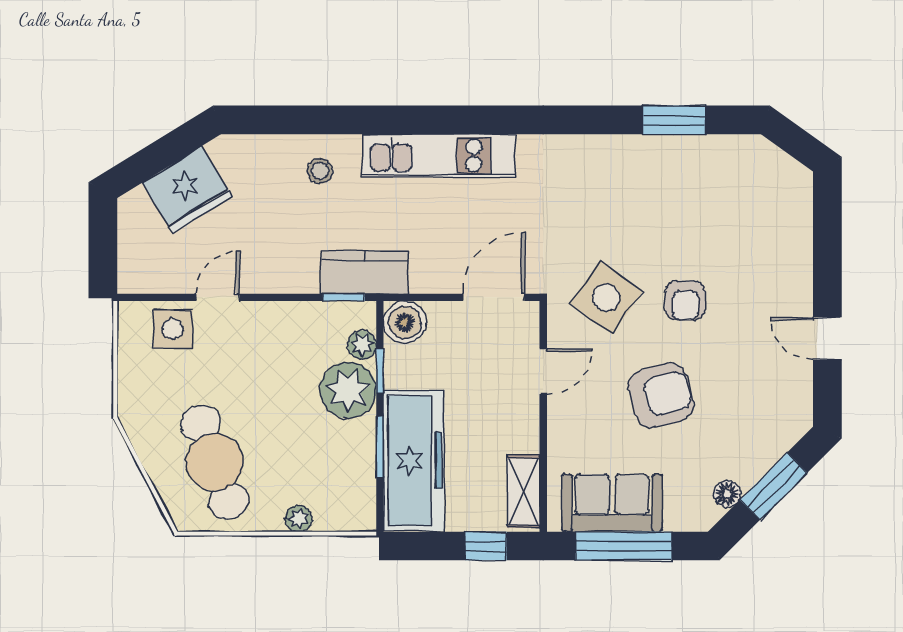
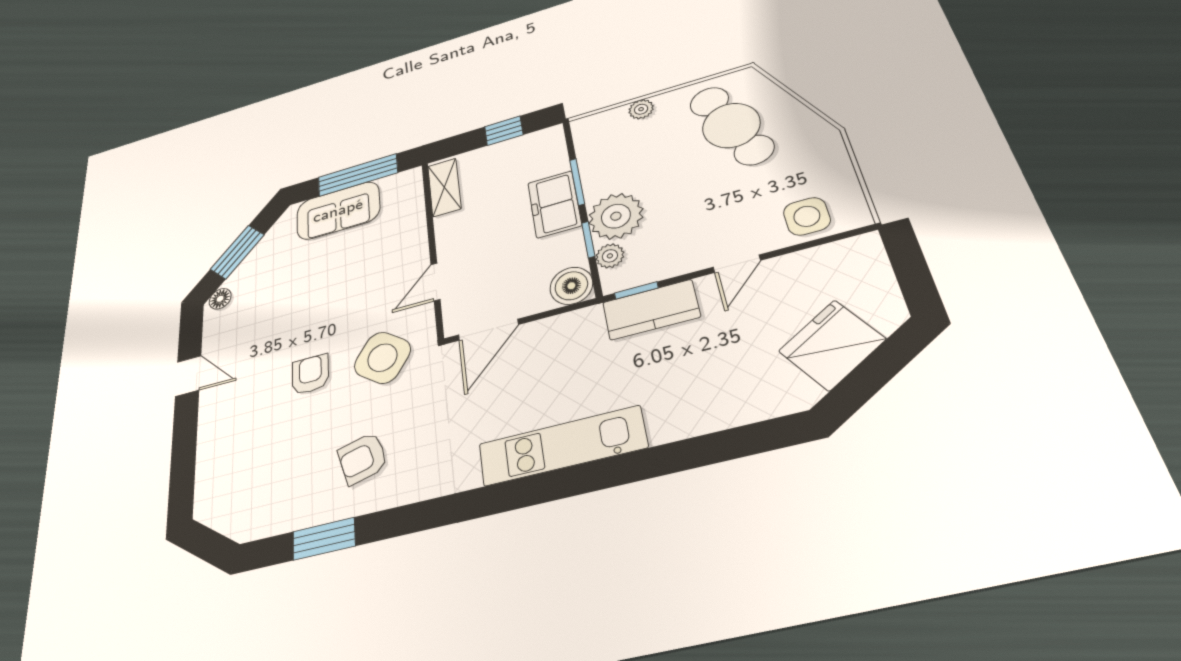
stool: (320, 171) -> (687, 400), removed
kitchen counter: (365, 272) -> (651, 310), moved
door: (218, 297) -> (737, 264), moved
armchair: (661, 395) -> (363, 458), moved, width x0.72, depth x0.72
freezer: (414, 460) -> (554, 204), width x0.52, depth x0.79
floor lamp: (727, 494) -> (220, 299), moved
sofa: (612, 503) -> (338, 211), moved
window: (486, 546) -> (504, 131), moved

